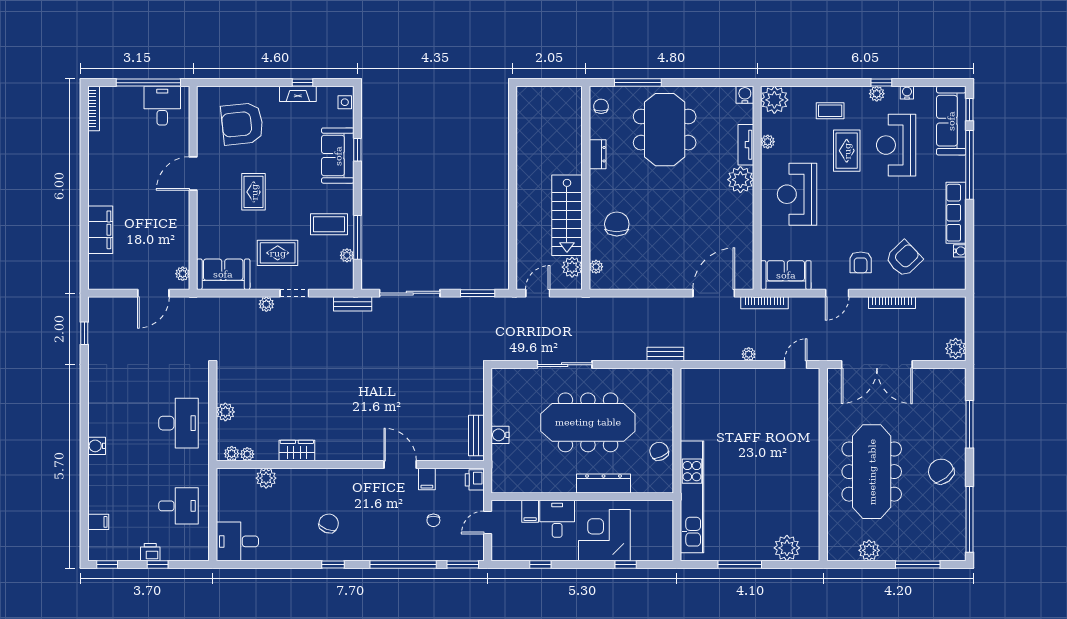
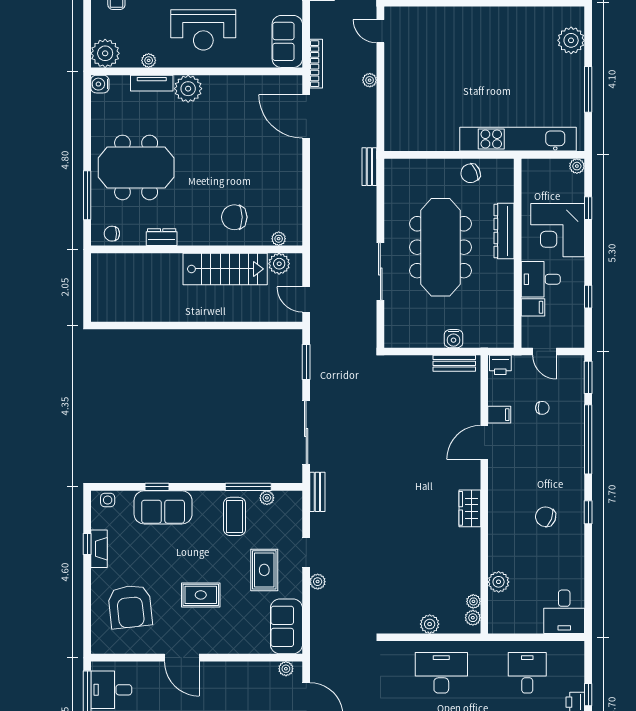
wardrobe: (297, 451) -> (470, 508), moved
plant: (666, 554) -> (577, 166), added

